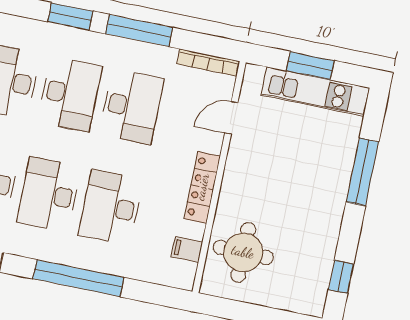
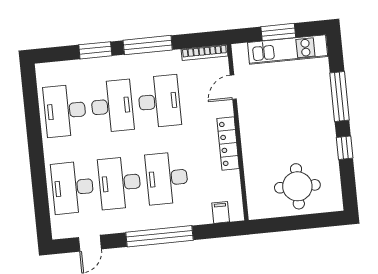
filing cabinet: (187, 249) -> (221, 212), moved, turned 90
round table: (243, 252) -> (297, 186), moved
window: (341, 277) -> (345, 148), moved

